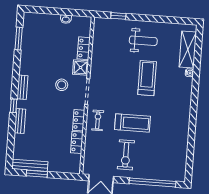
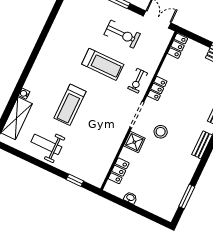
weight bench: (143, 41) -> (46, 144), moved
locker: (84, 48) -> (119, 171), moved
treadmill: (132, 123) -> (103, 64), turned 180
locker: (77, 142) -> (178, 46), moved
exercise bike: (126, 155) -> (122, 34), turned 90

